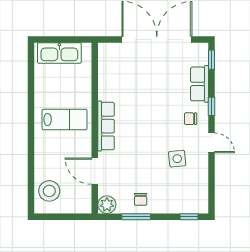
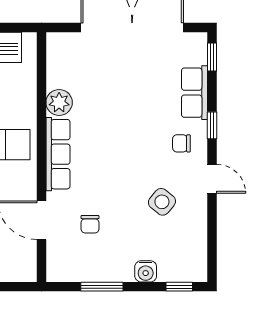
side table: (177, 159) -> (162, 202), turned 45
chair: (141, 199) -> (90, 224), moved
plant: (107, 205) -> (59, 102), moved
water cooler: (166, 206) -> (146, 271), added

